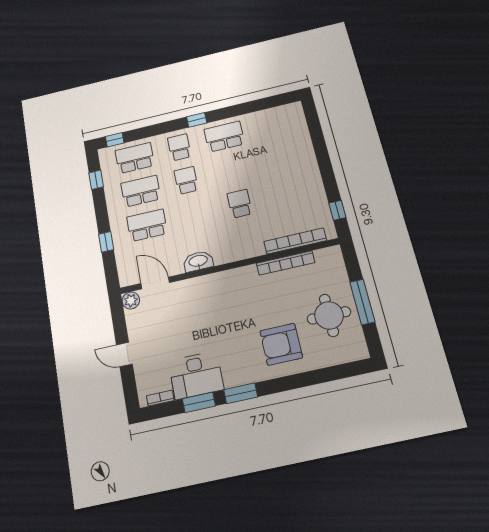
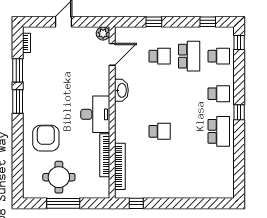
school desk: (135, 158) -> (219, 56), width x0.54
school desk: (186, 180) -> (189, 94), removed
school desk: (147, 225) -> (160, 56), width x0.54
desk: (196, 375) -> (95, 114), moved, turned 180

